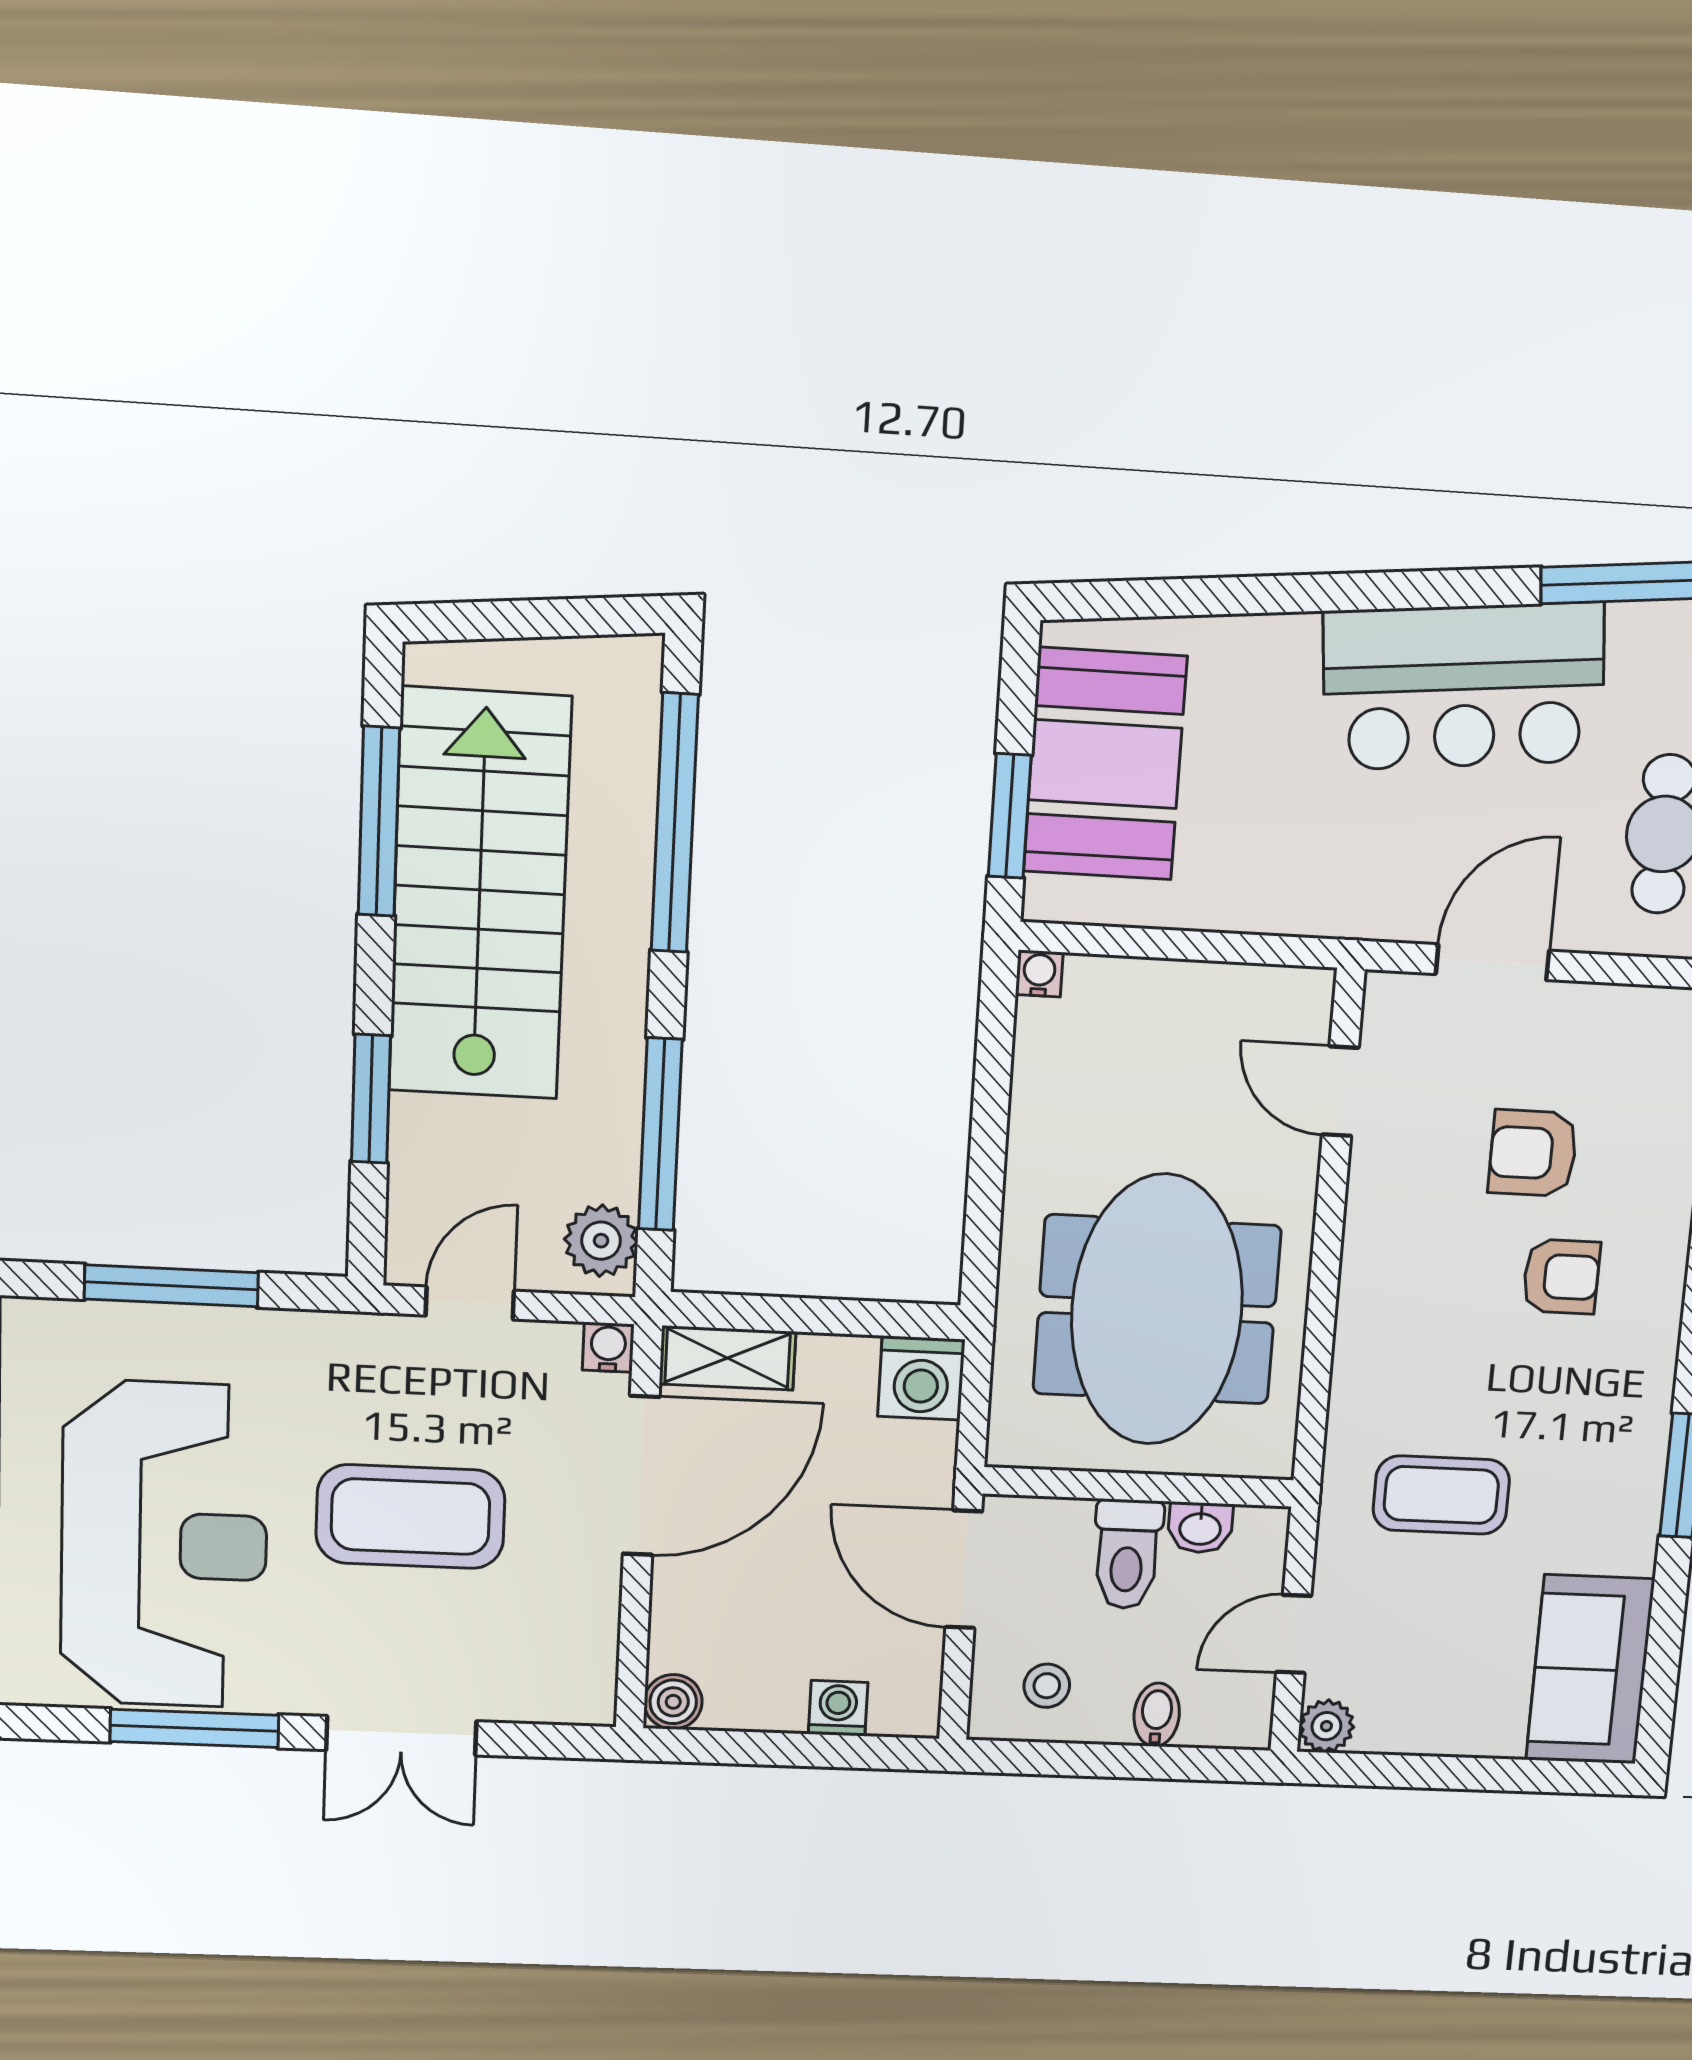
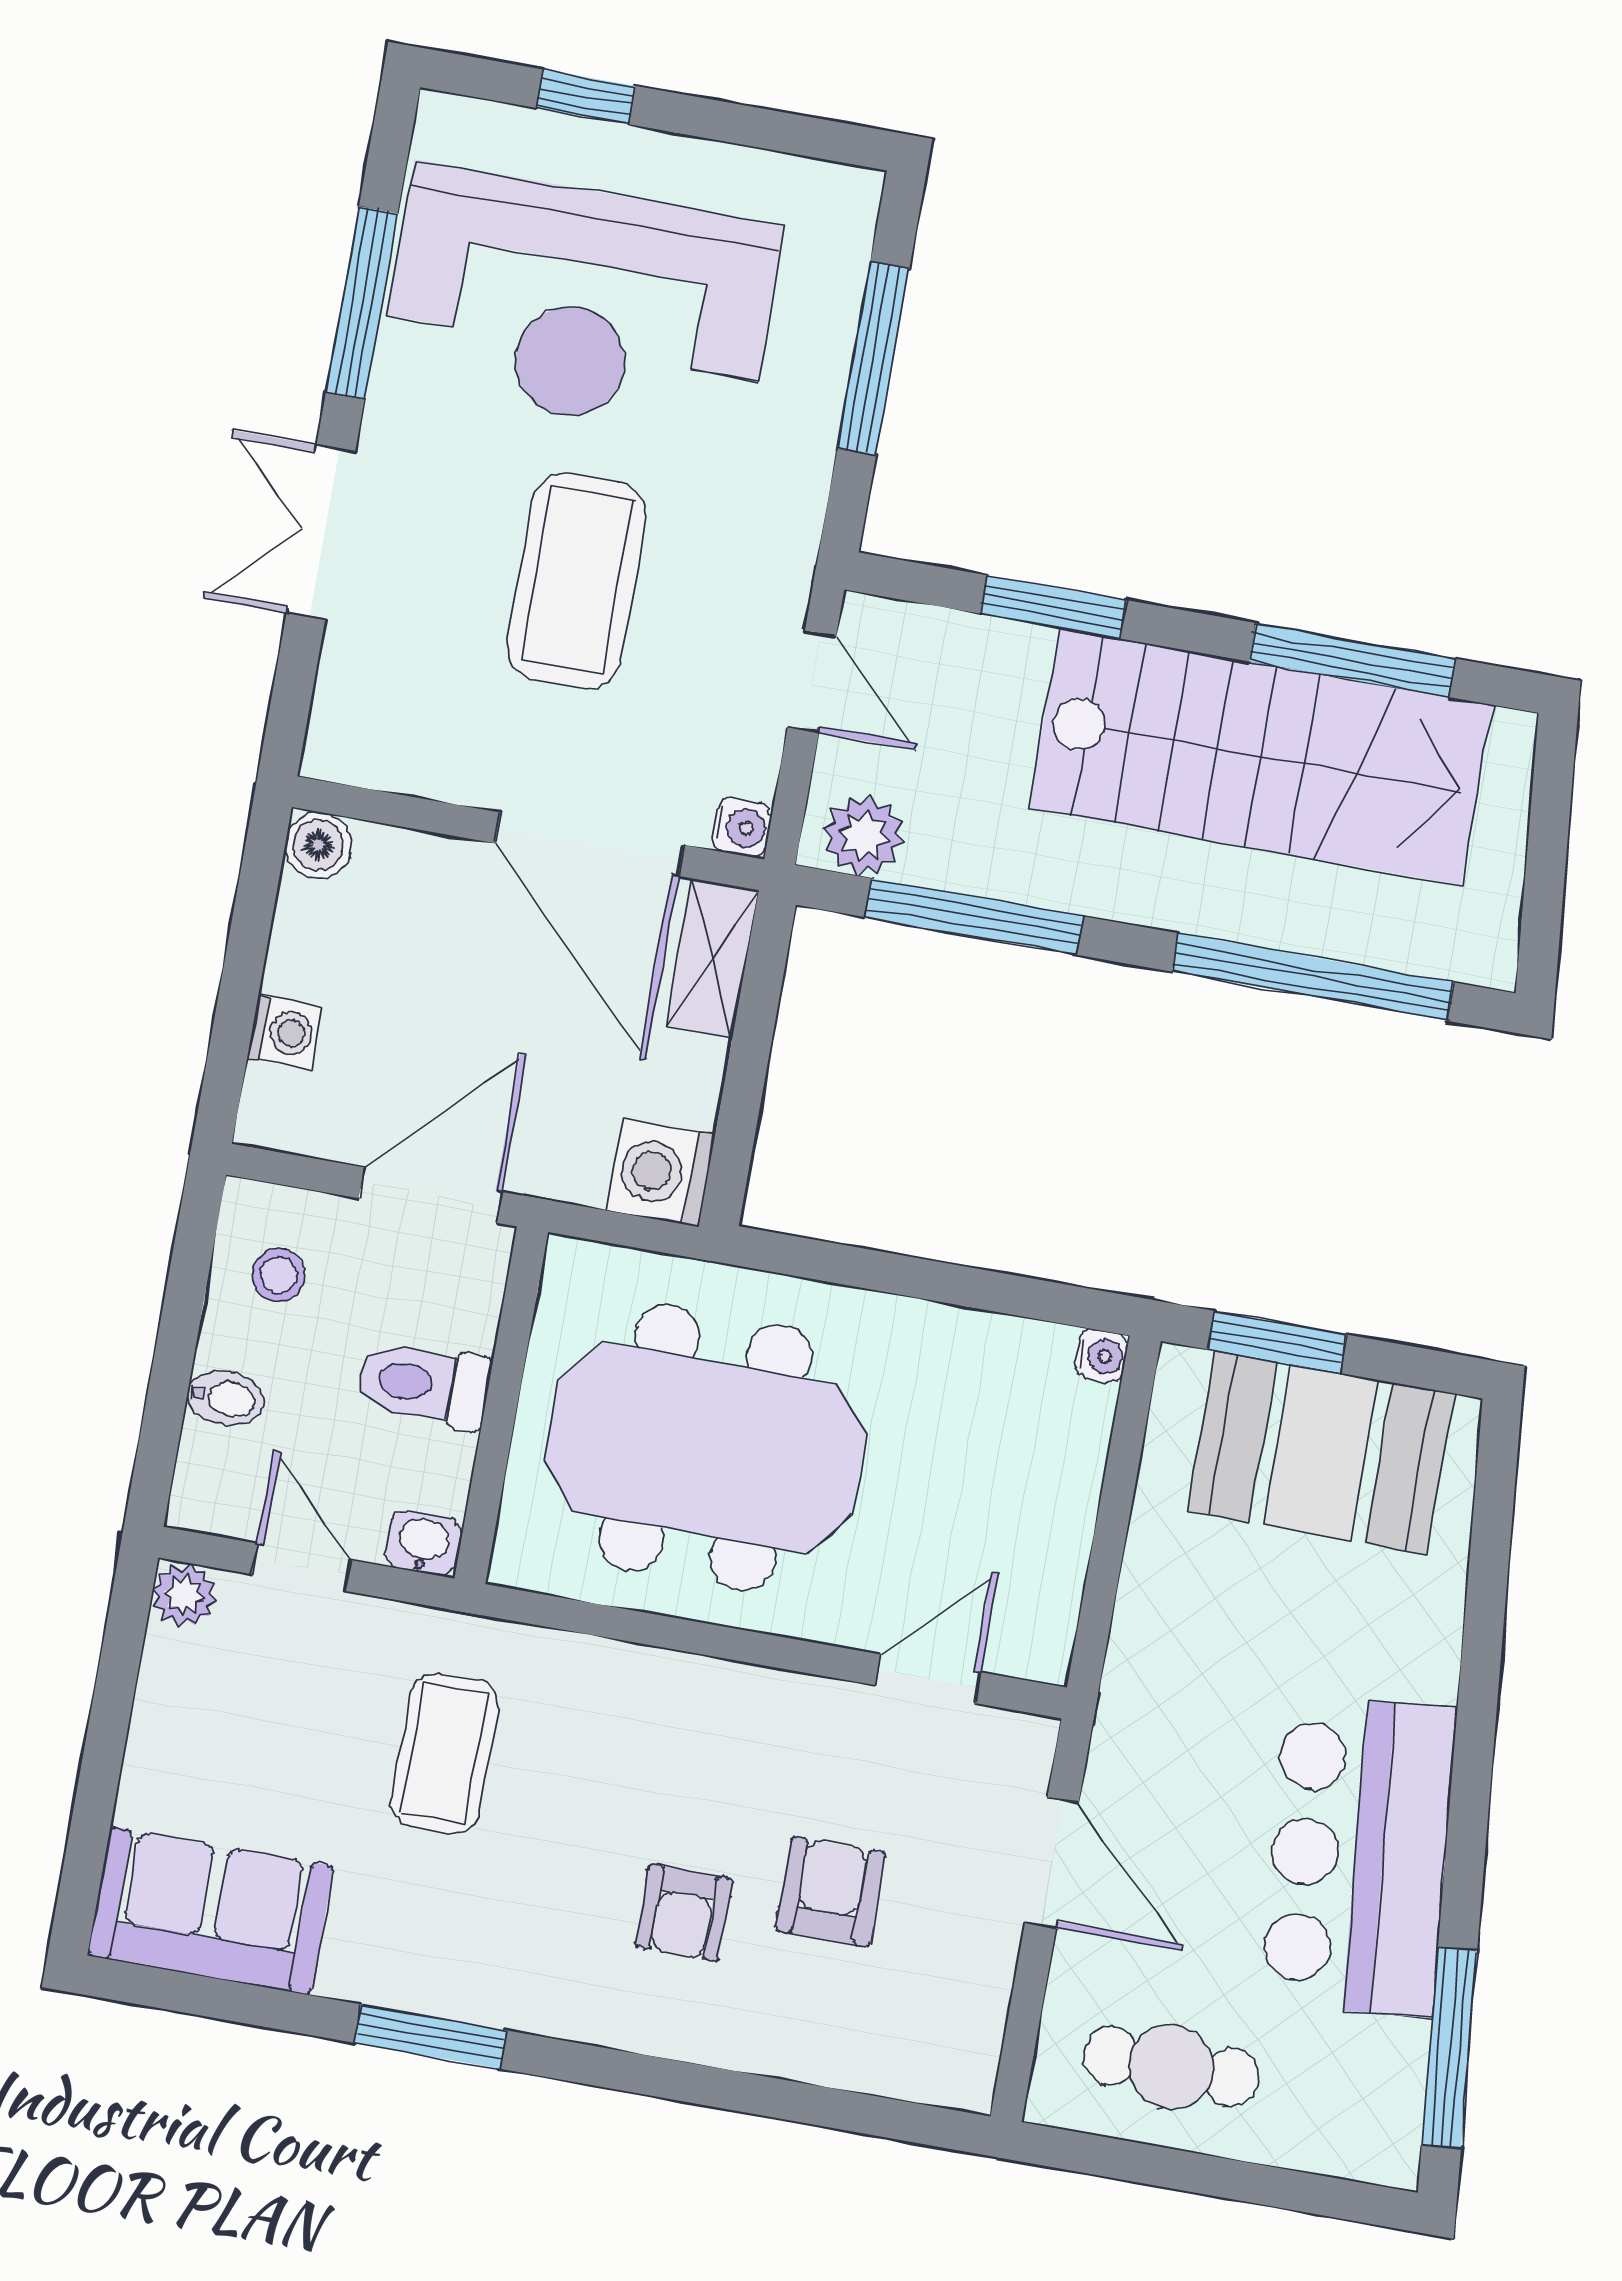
washbasin: (1200, 1528) -> (424, 1543), moved, turned 90

